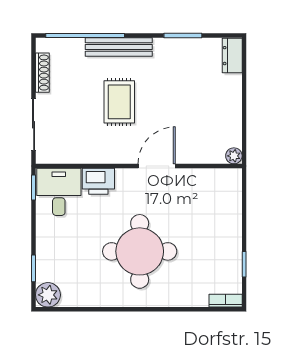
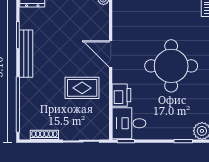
bench: (119, 47) -> (26, 54), moved
rug: (119, 102) -> (82, 88), moved

